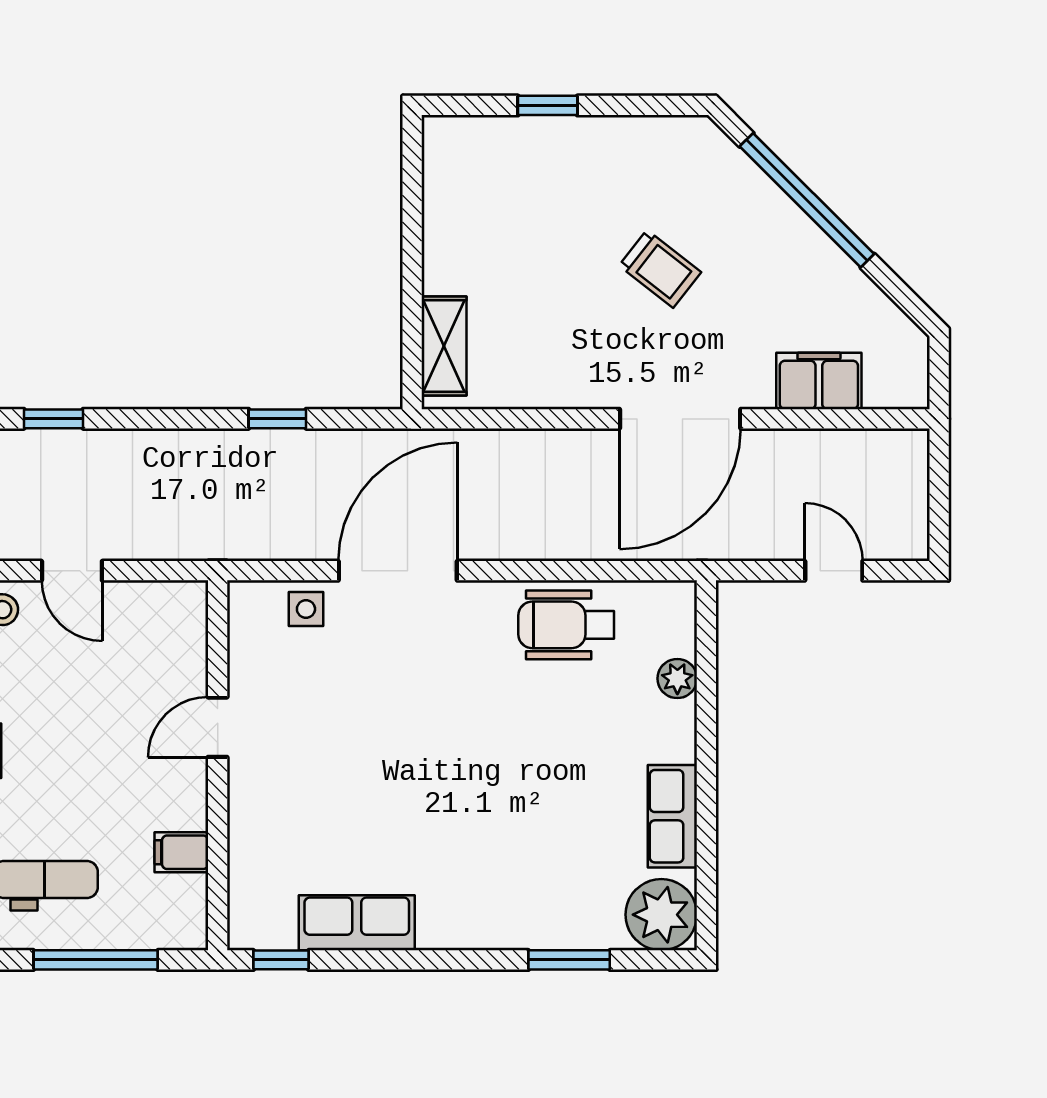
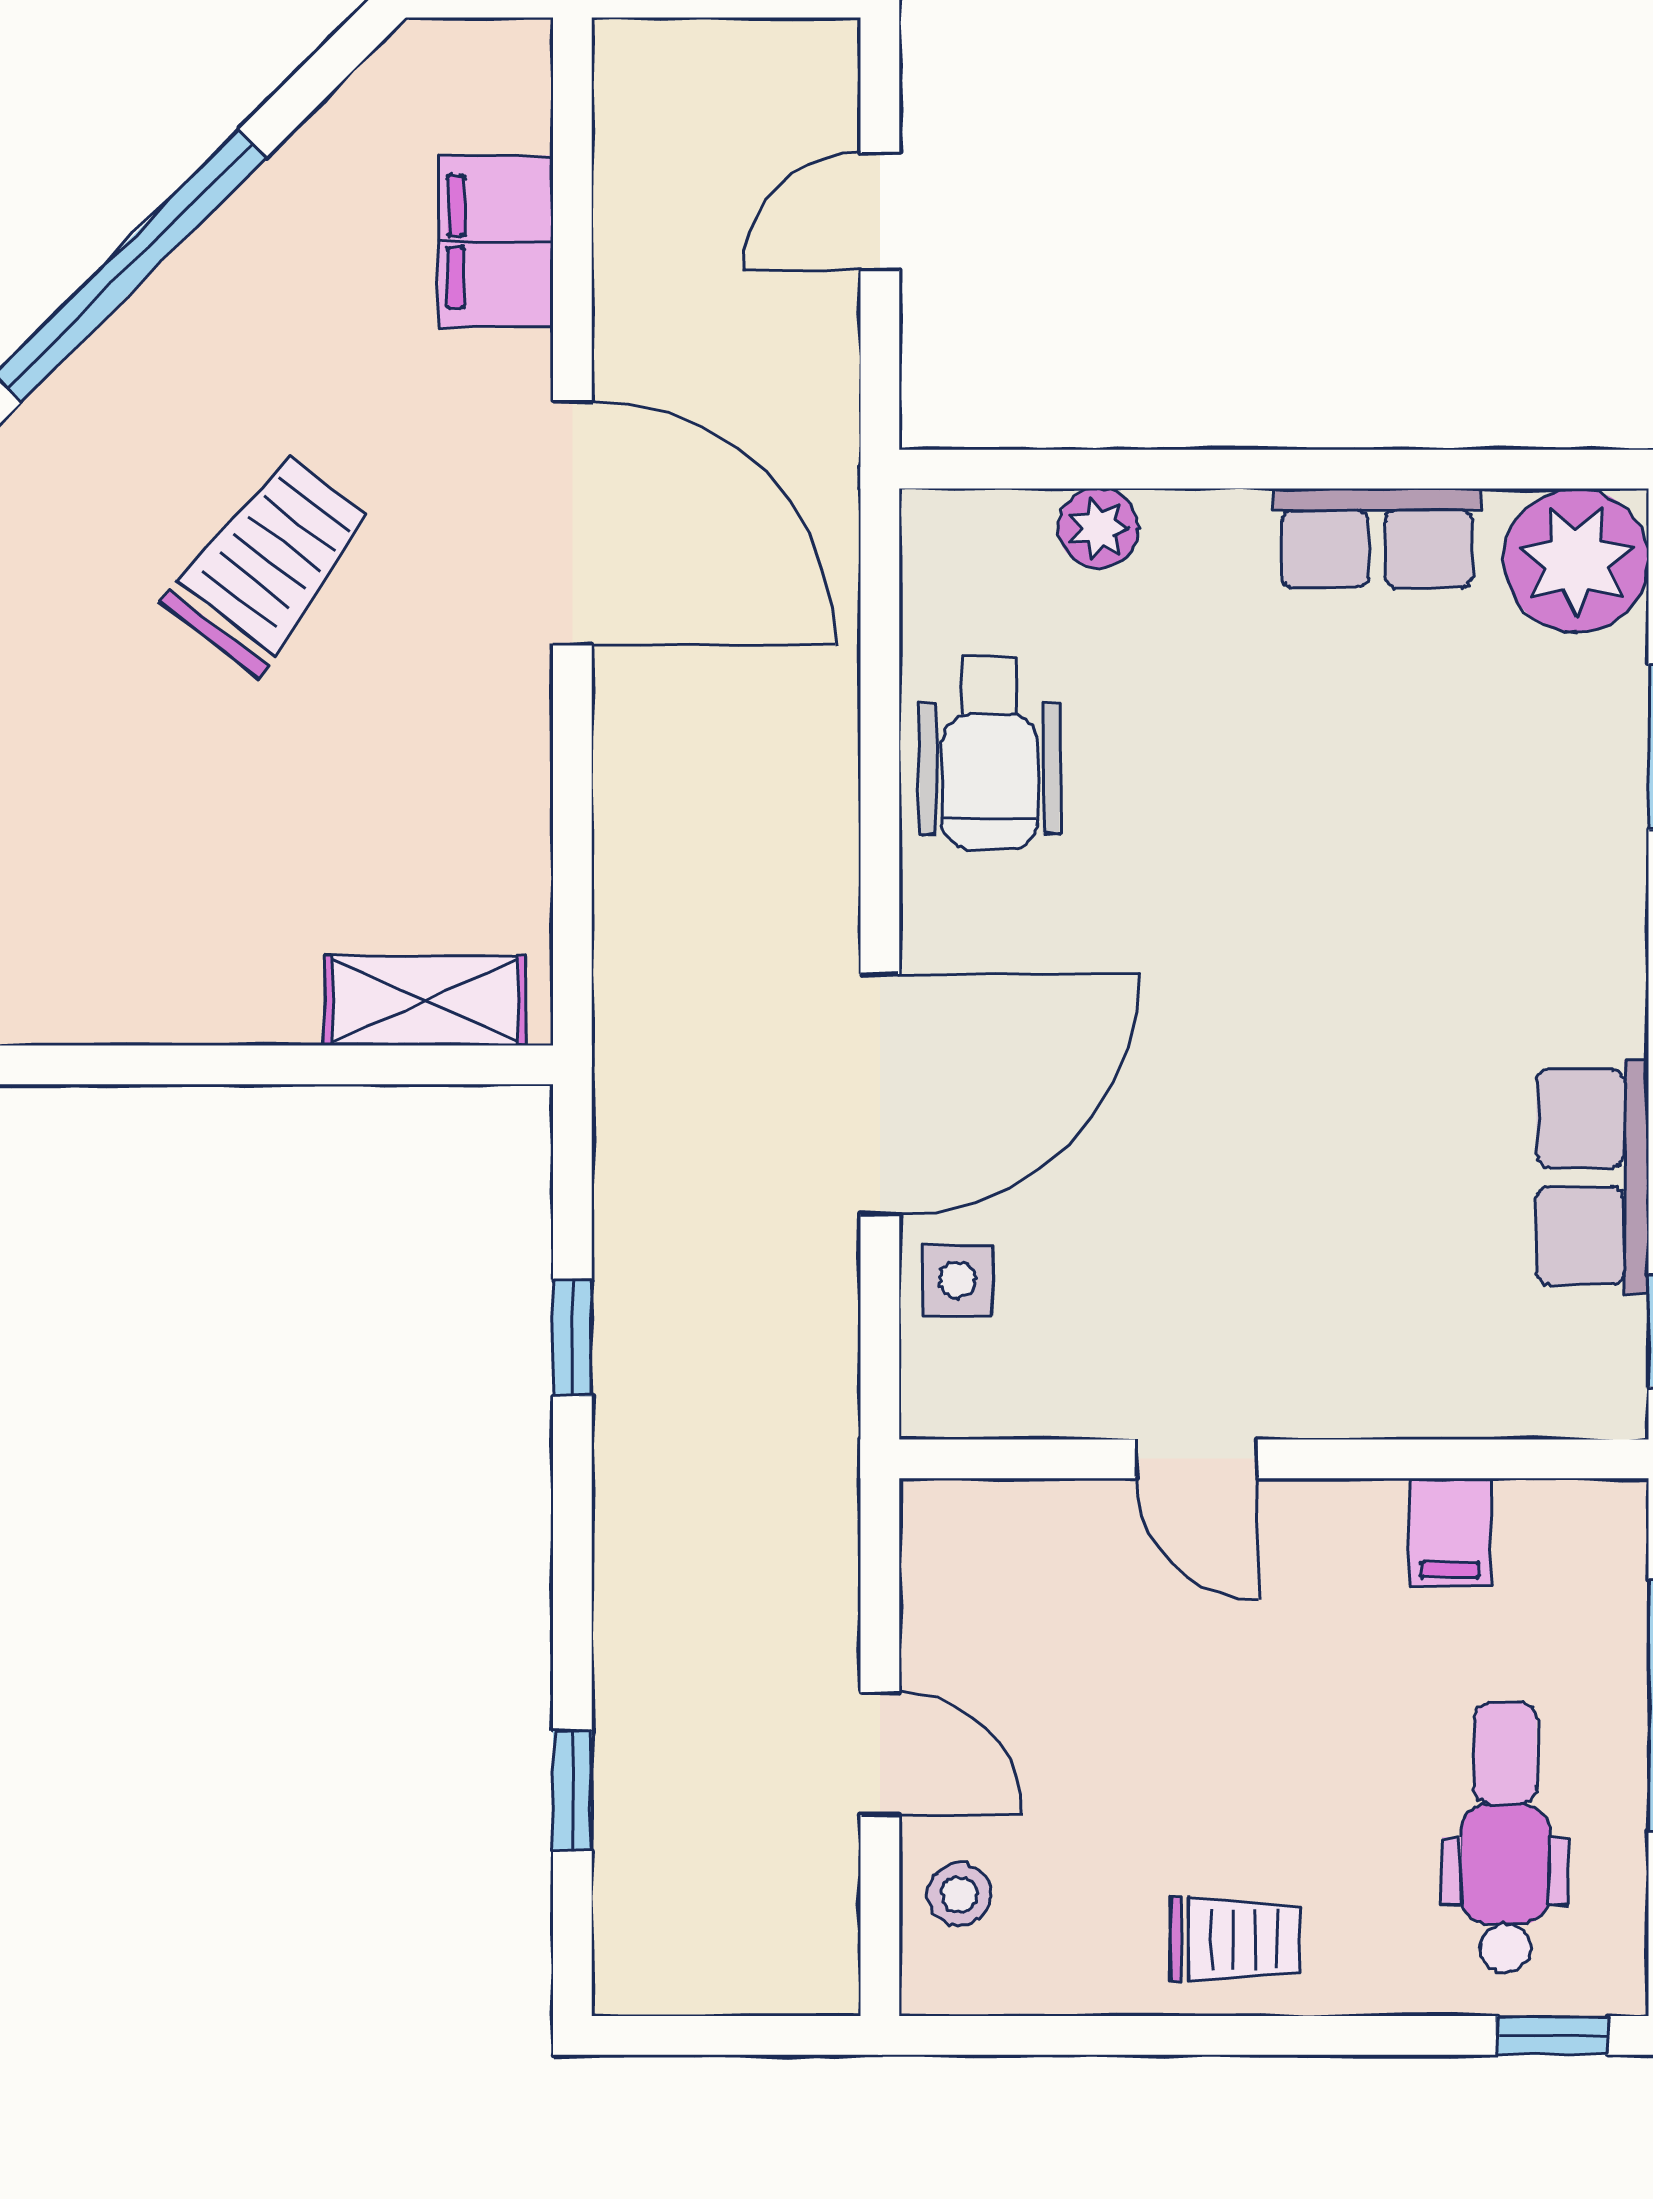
trolley: (660, 269) -> (269, 563), width x1.36, depth x1.39
door: (72, 571) -> (880, 1754), hinge flipped
door: (398, 571) -> (880, 1094), swing flipped

